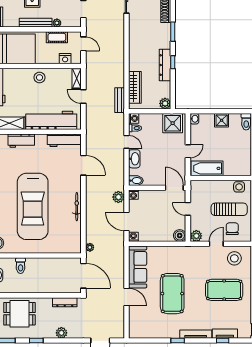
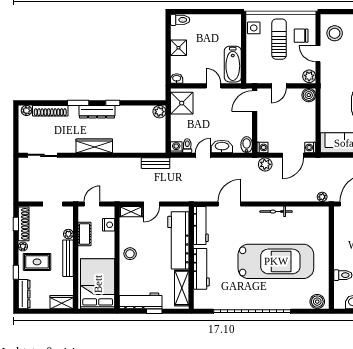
dresser: (165, 65) -> (97, 112), moved
wardrobe: (135, 87) -> (94, 146), moved
workbench: (21, 141) -> (201, 269), width x1.38

